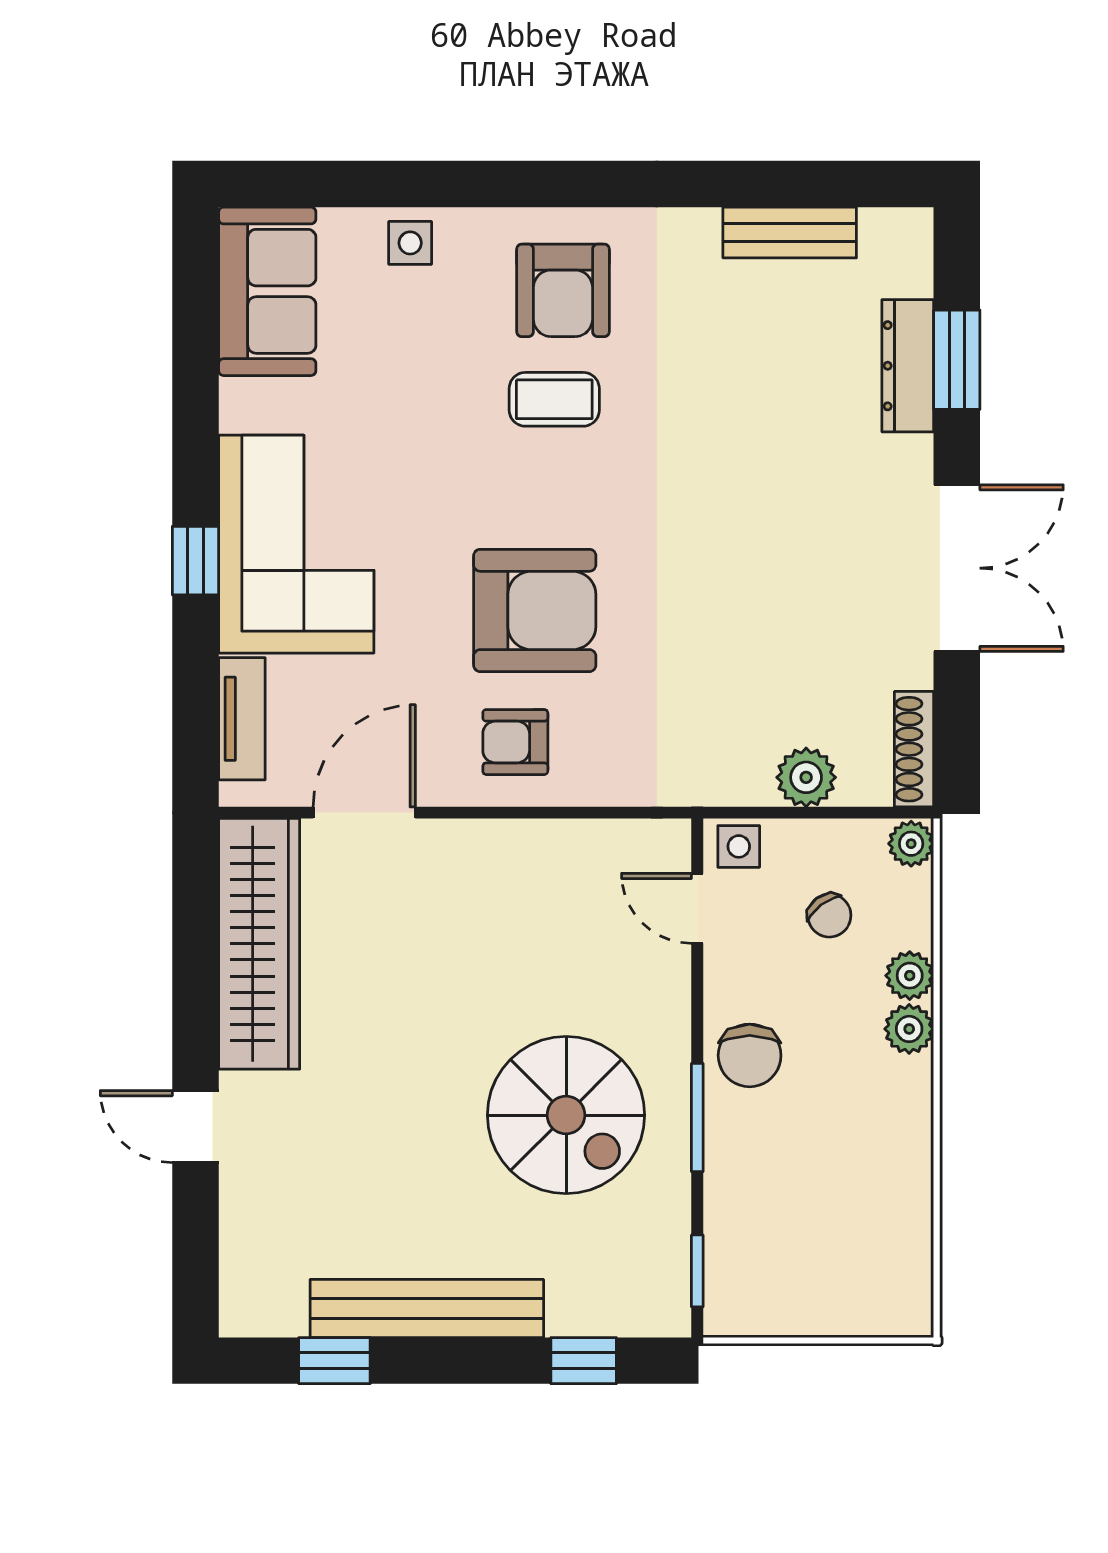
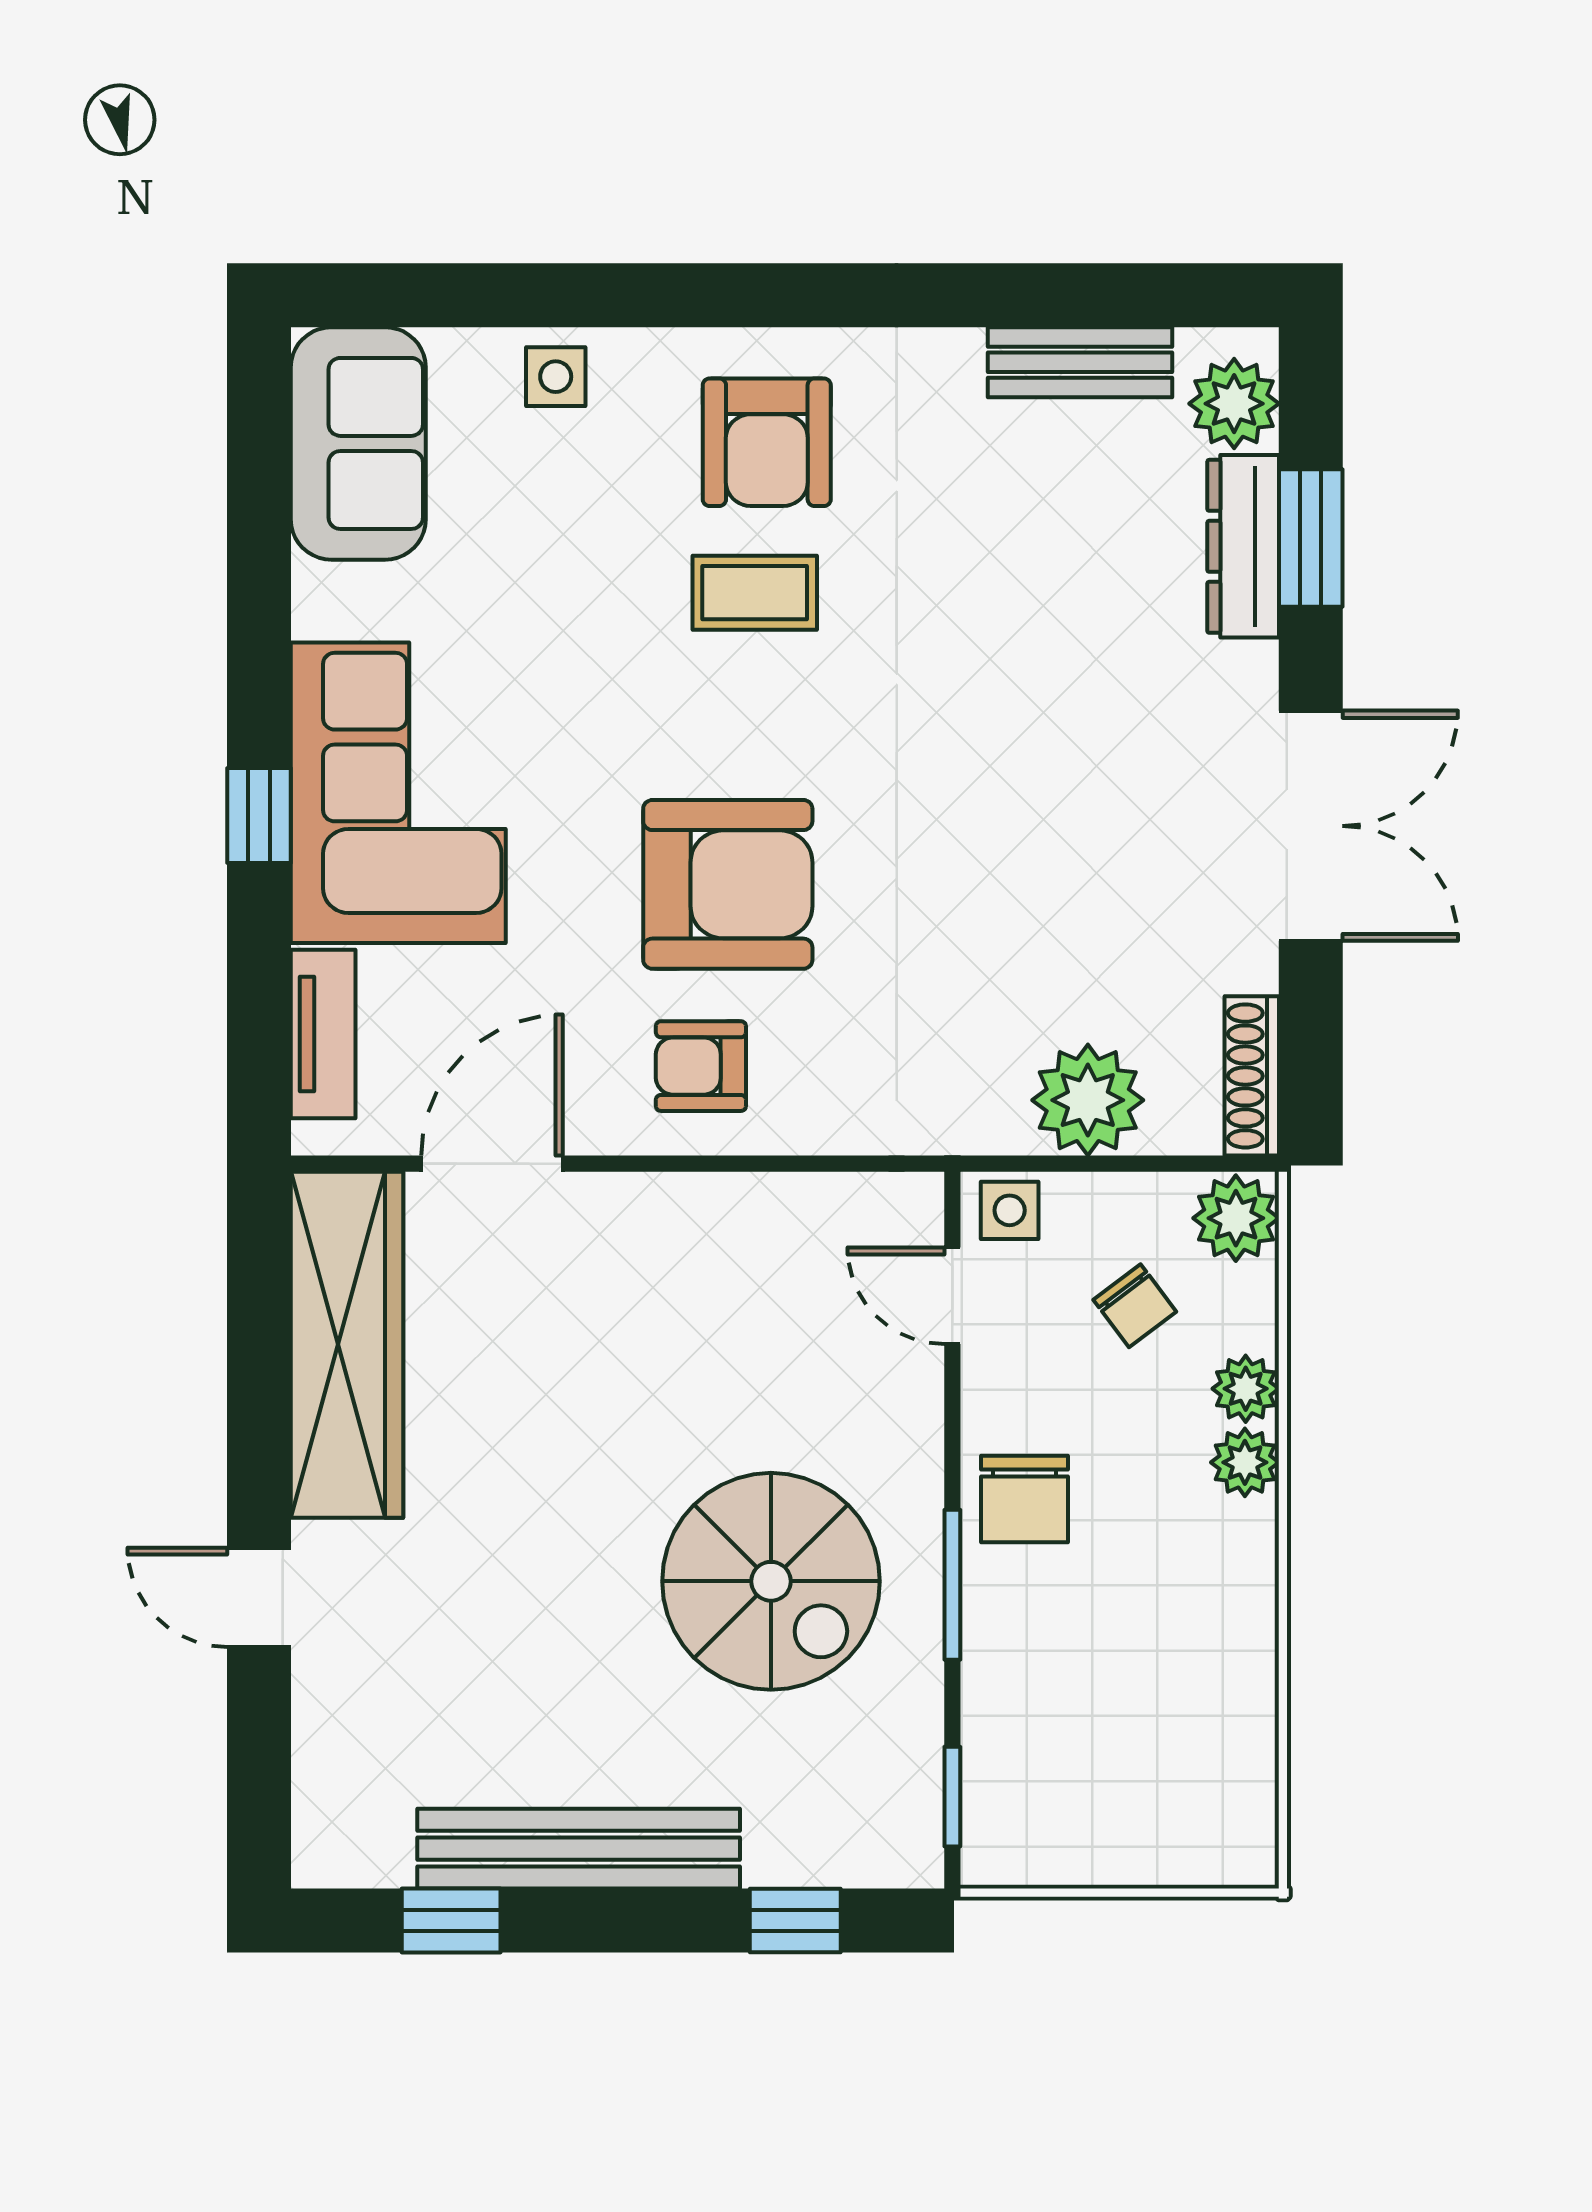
plant: (901, 262) -> (1234, 404), added
plant: (806, 777) -> (1088, 1100), width x1.36, depth x1.36
plant: (911, 844) -> (1236, 1218), width x1.38, depth x1.38

